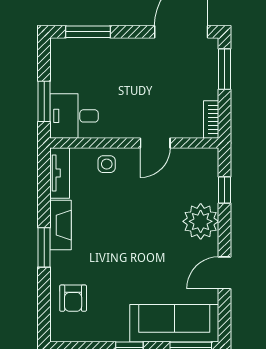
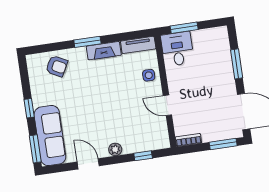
window: (88, 32) -> (237, 64), moved
plant: (201, 221) -> (115, 149), width x0.53, depth x0.53
armchair: (73, 298) -> (57, 66), turned -152

